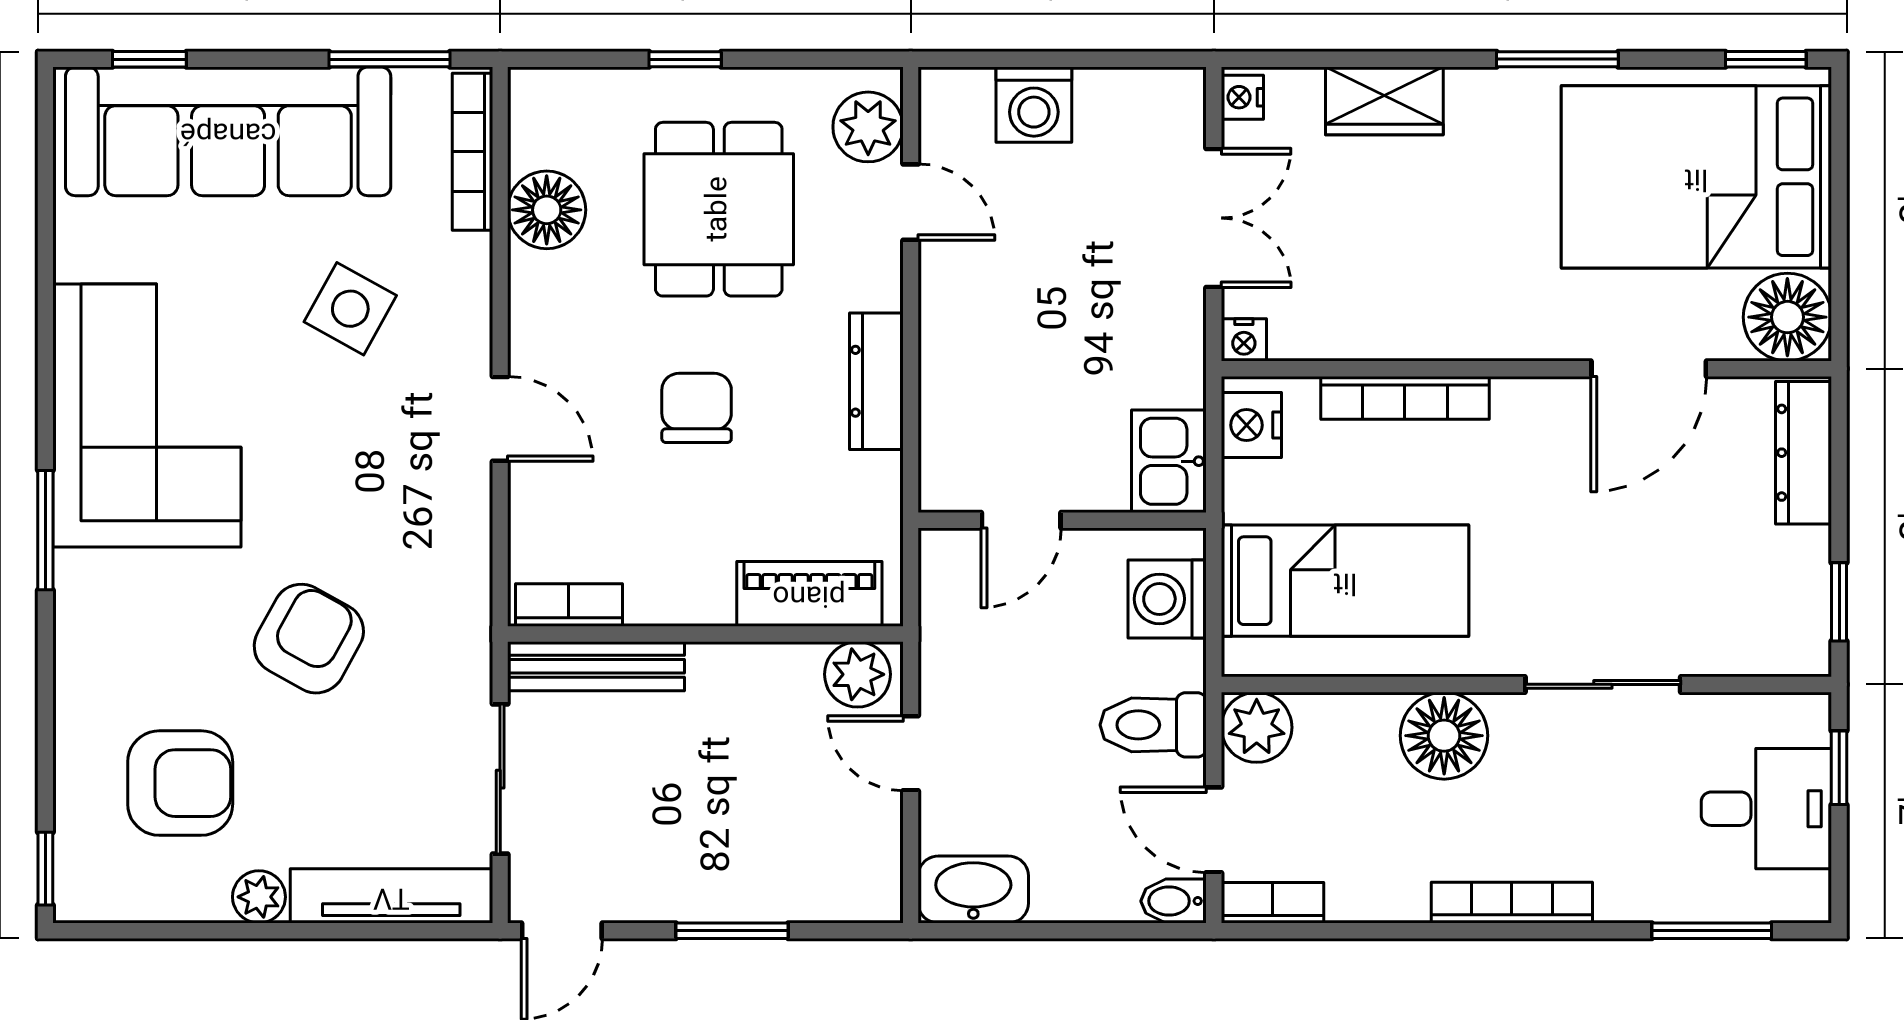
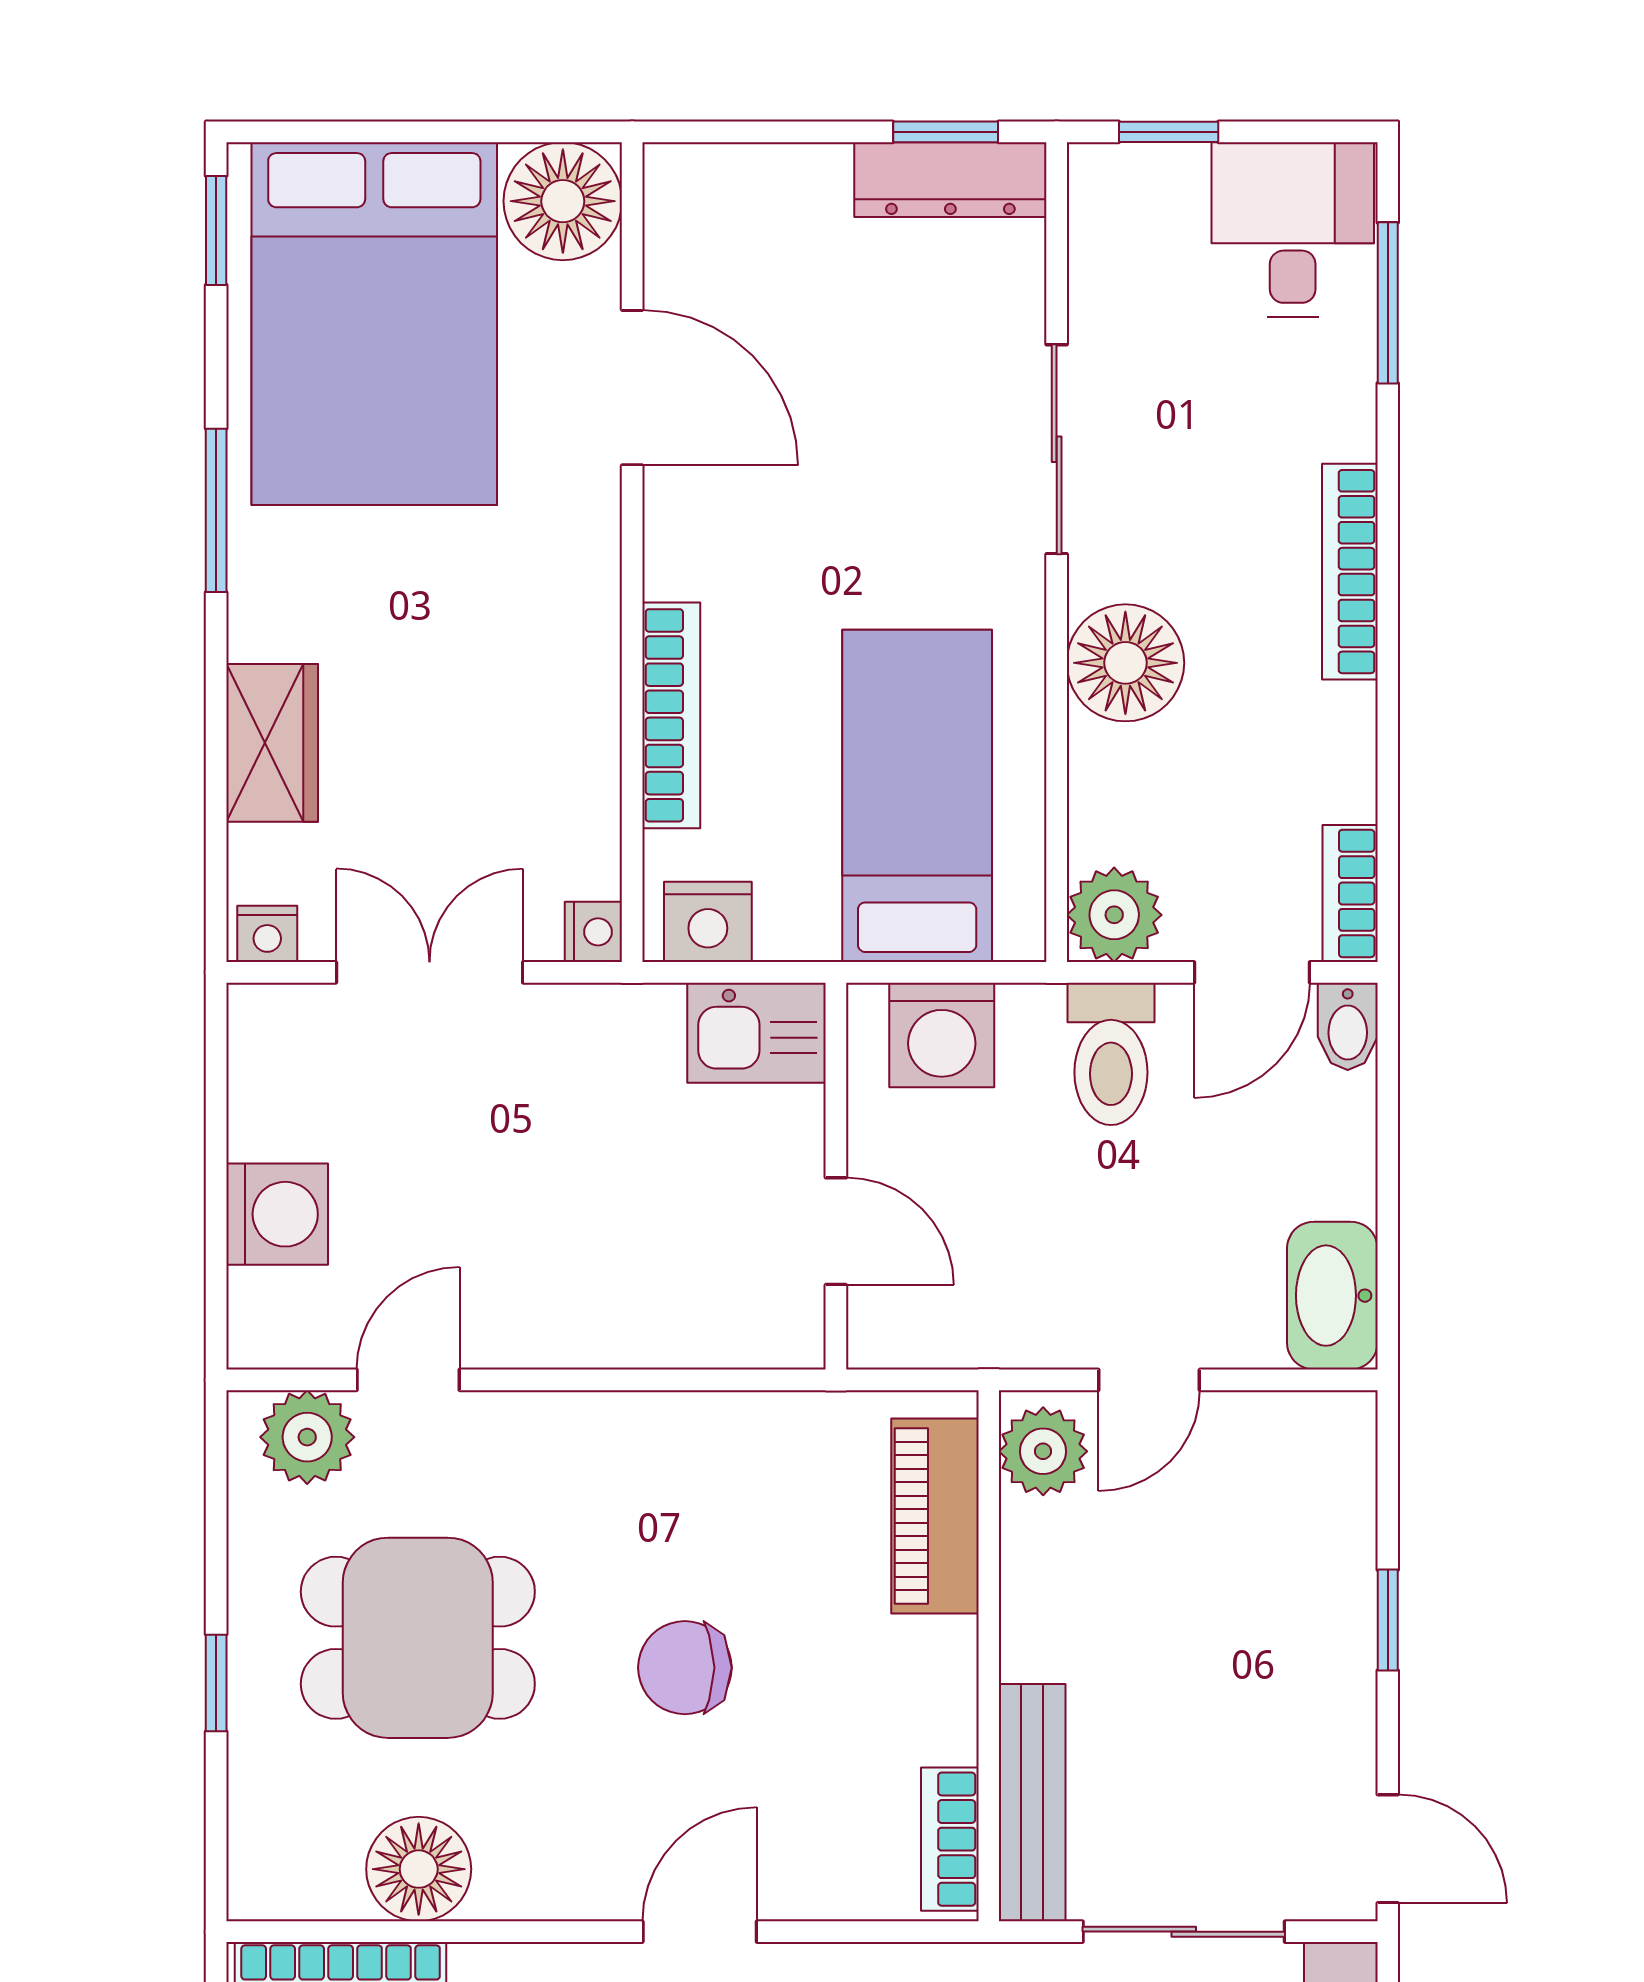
dresser: (876, 381) -> (649, 1426), removed
dresser: (1804, 453) -> (950, 180), moved
desk: (1766, 809) -> (1293, 229), moved
window: (732, 931) -> (1388, 1620), width x0.67

